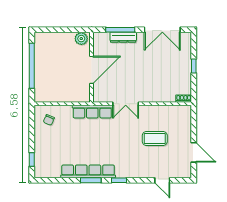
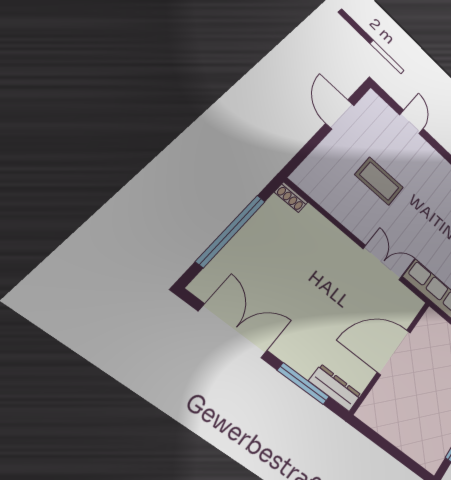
dresser: (123, 37) -> (335, 388), moved
plant: (81, 39) -> (374, 414), removed
window: (194, 66) -> (231, 231), width x3.17

